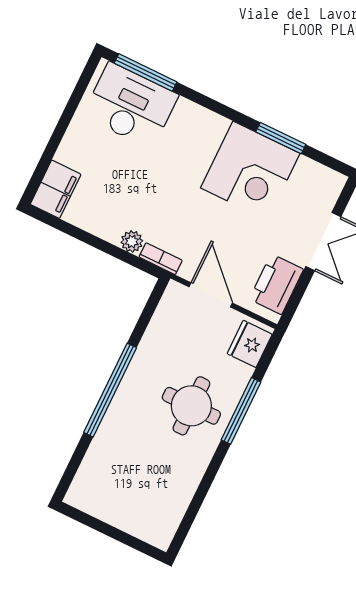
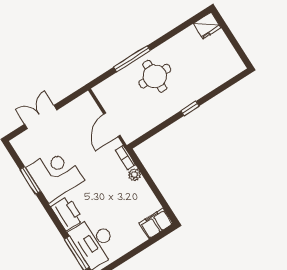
printer: (276, 284) -> (67, 213), moved, turned -90
fridge: (250, 344) -> (207, 26), moved
window: (110, 390) -> (190, 108), width x0.32

